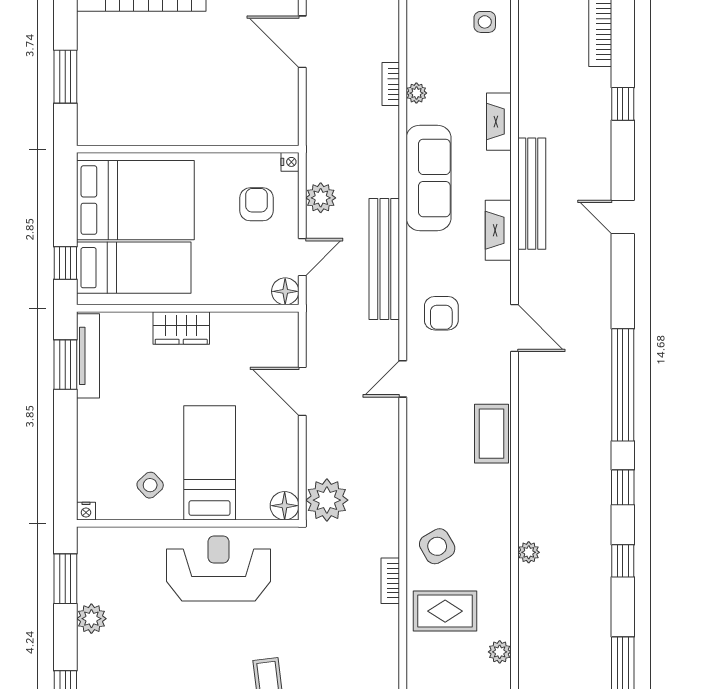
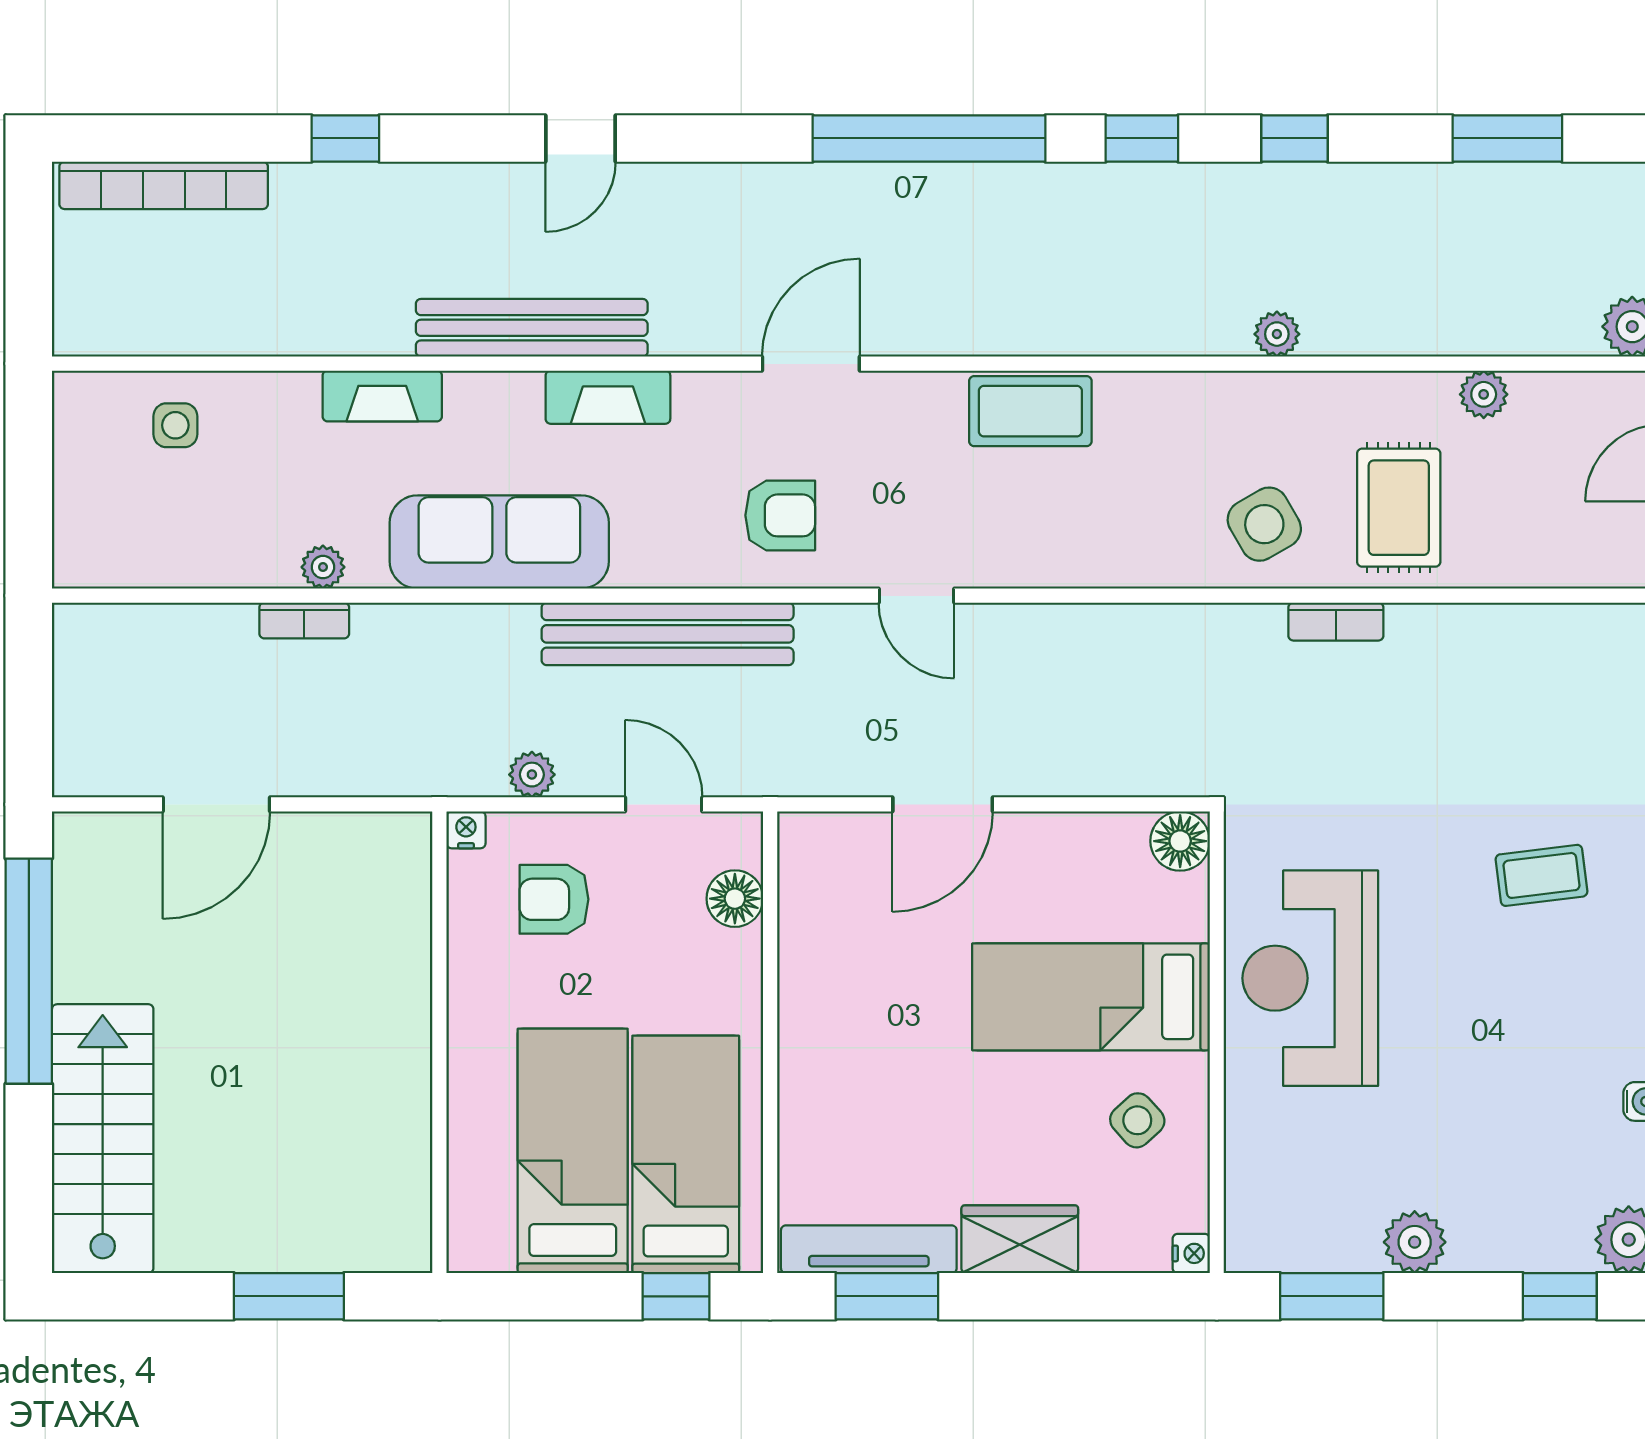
plant: (321, 198) -> (532, 775), width x0.73, depth x0.73
bed: (135, 200) -> (573, 1151), width x0.67
floor lamp: (285, 291) -> (735, 899), moved
wardrobe: (181, 328) -> (1020, 1239), moved, turned -90
plant: (327, 500) -> (1168, 753), removed

